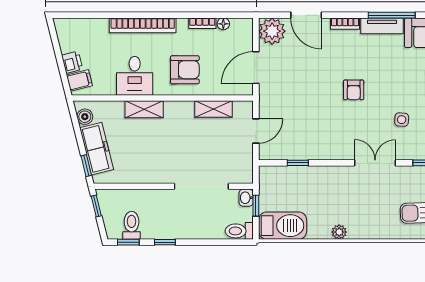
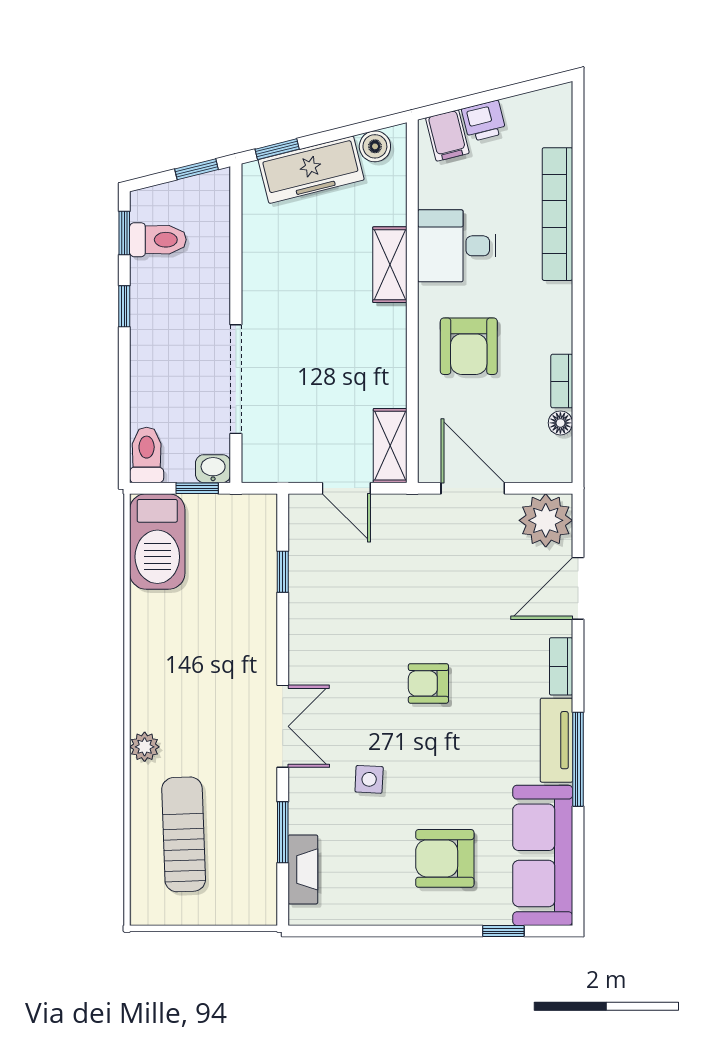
bookcase: (143, 25) -> (557, 214), moved
shelving: (214, 109) -> (390, 446), moved
plant: (339, 232) -> (145, 747), moved

